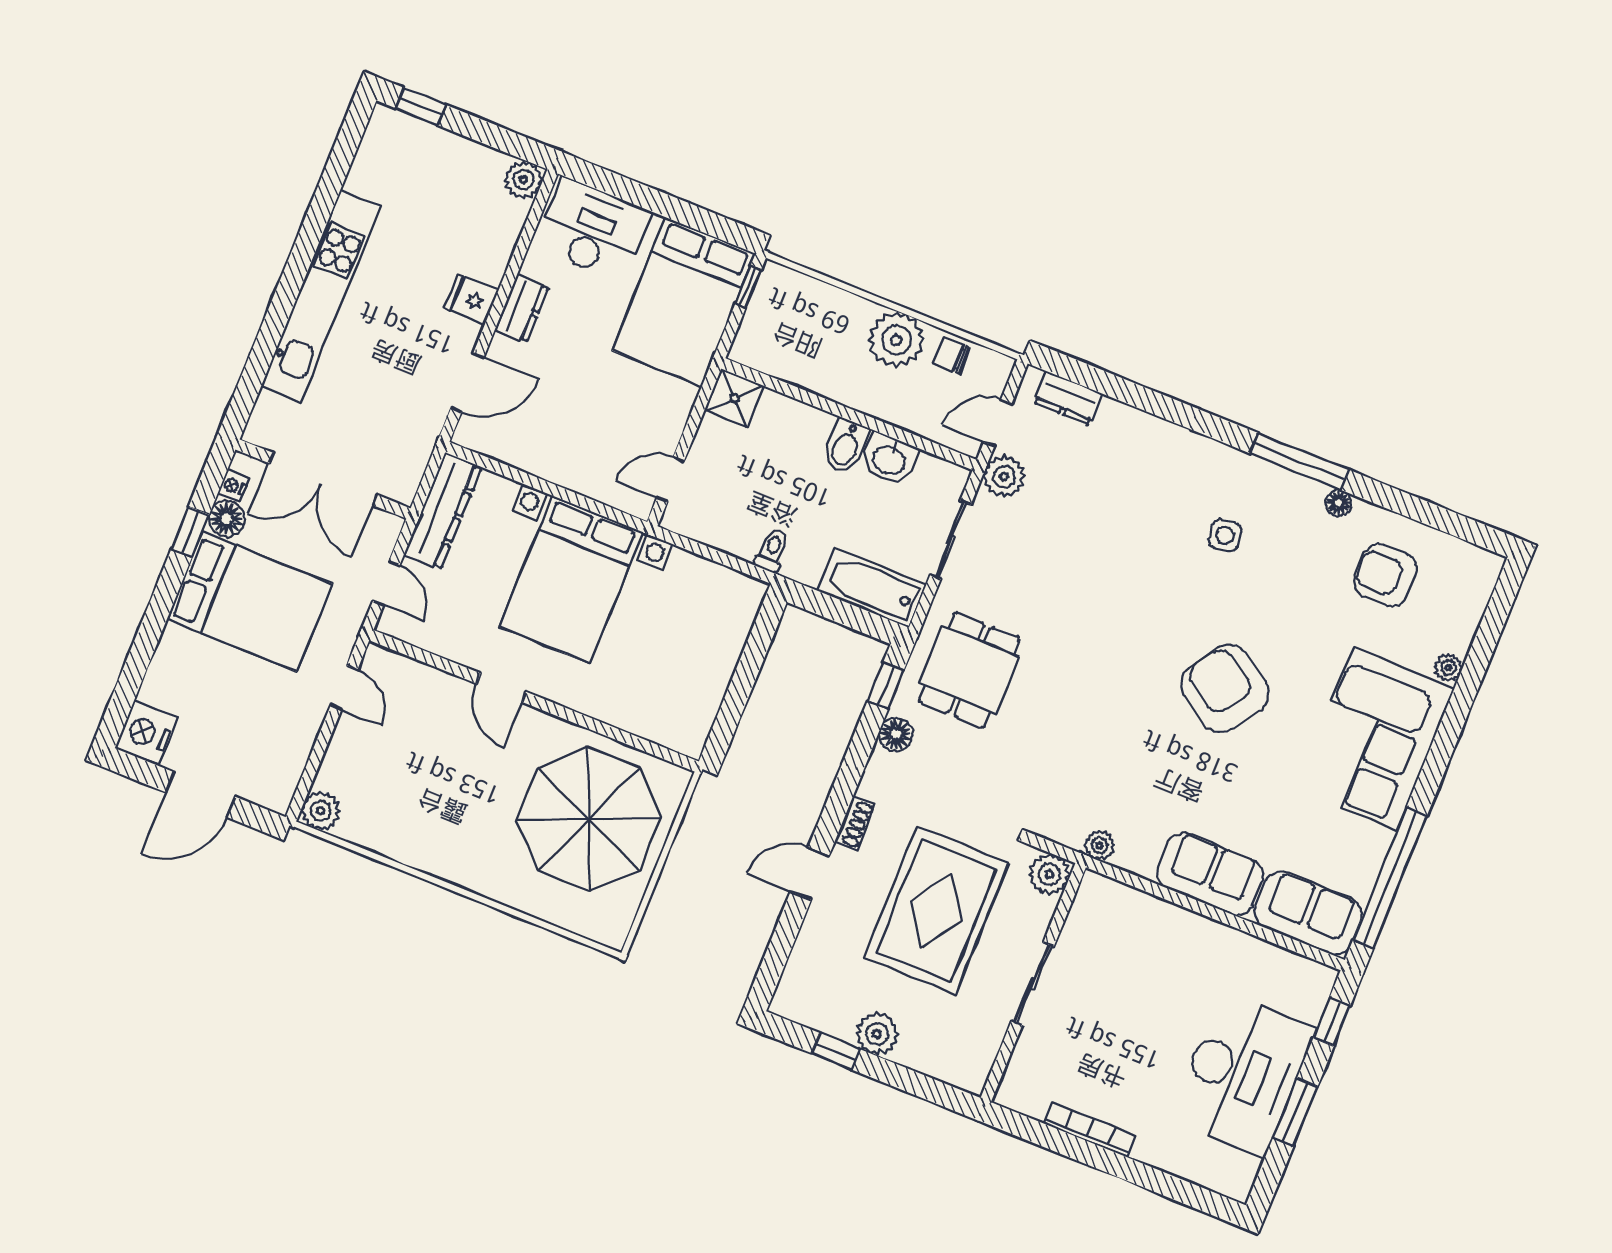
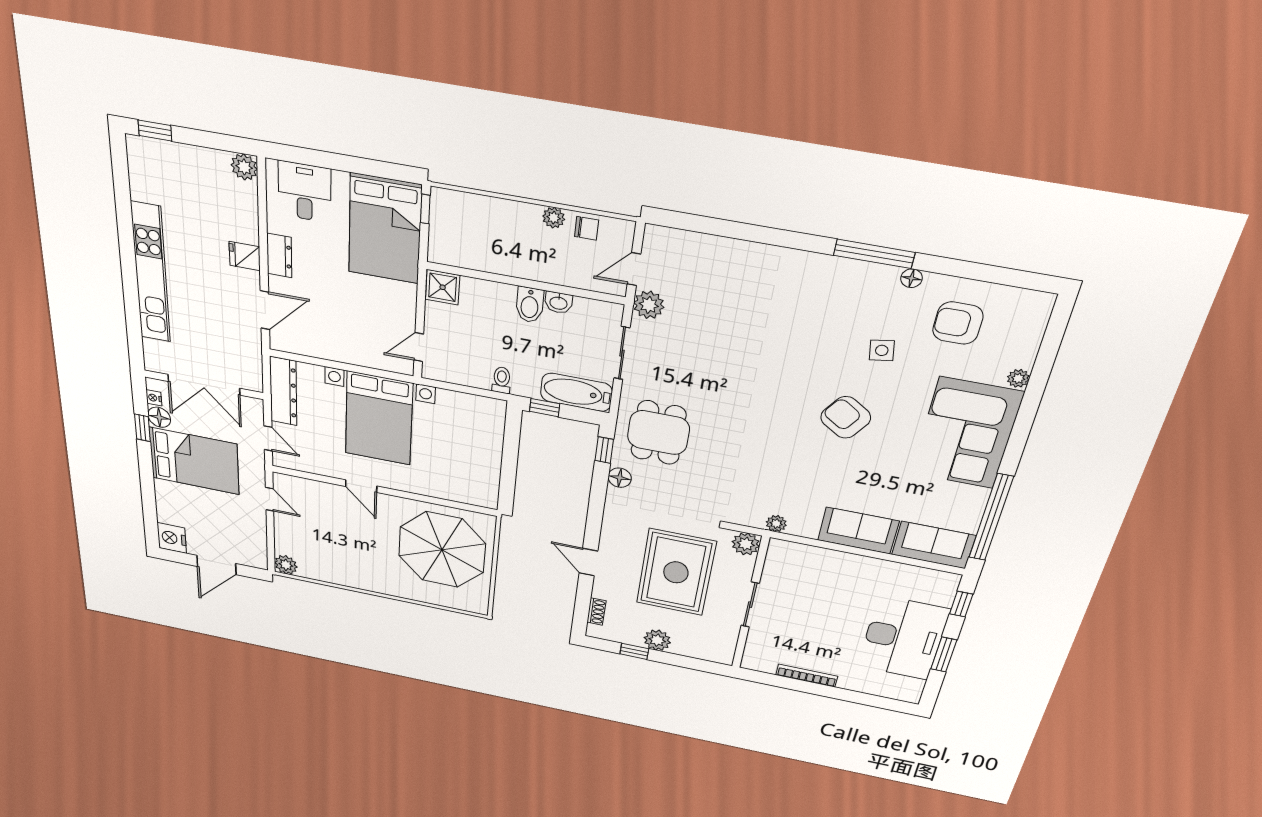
desk: (593, 230) -> (305, 192), width x0.73
plant: (896, 340) -> (554, 218), width x0.53, depth x0.53
chair: (951, 356) -> (587, 228), turned 180
dresser: (1068, 398) -> (682, 242), removed
washbasin: (889, 459) -> (559, 303), width x0.72, depth x0.69
side table: (1225, 536) -> (882, 350), moved
window: (820, 604) -> (545, 408), added
armchair: (1225, 689) -> (846, 417), width x0.73, depth x0.73
shoe rack: (855, 823) -> (596, 611), moved
door: (810, 874) -> (588, 562), hinge flipped

